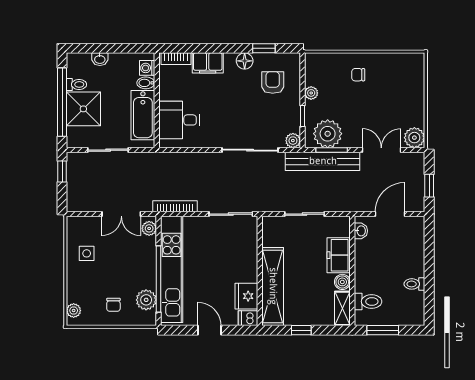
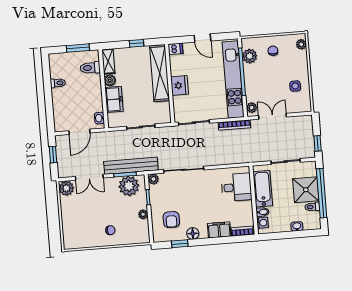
fridge: (246, 296) -> (180, 85), moved

